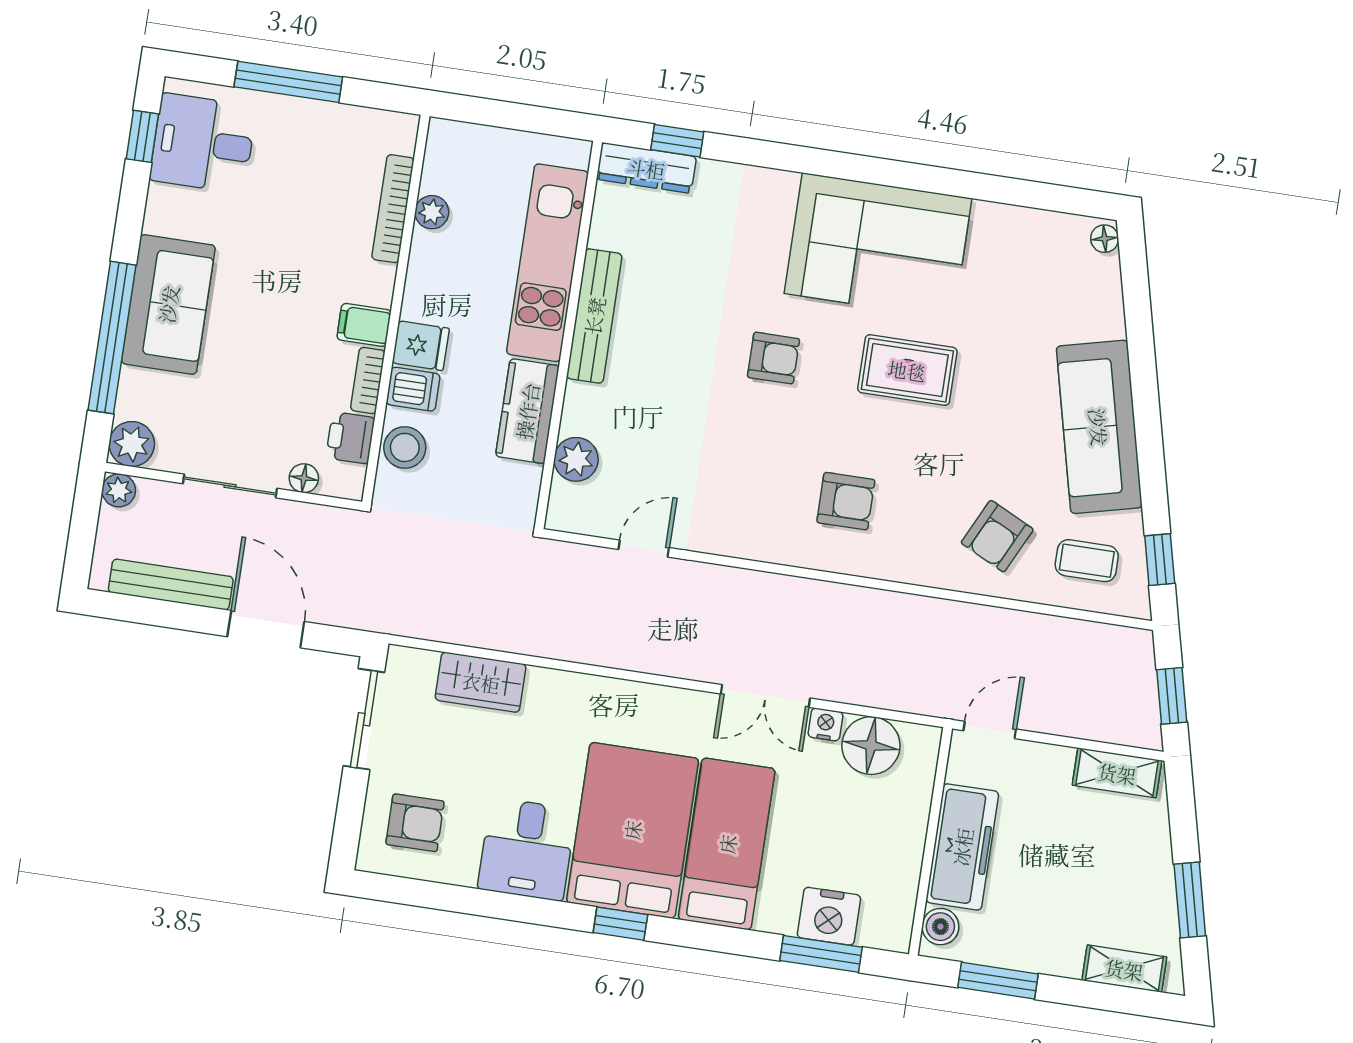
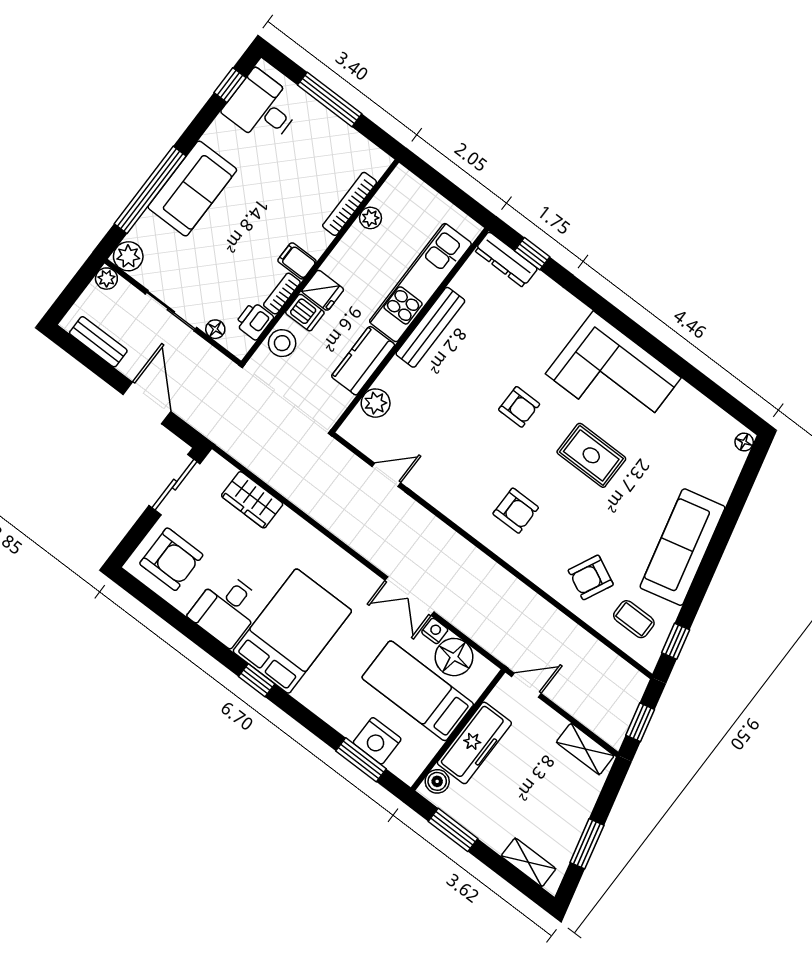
bench: (171, 584) -> (98, 342), width x0.73
armchair: (415, 823) -> (171, 559), width x1.38, depth x1.38
bed: (727, 844) -> (418, 691), moved, turned -90

